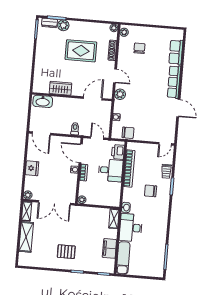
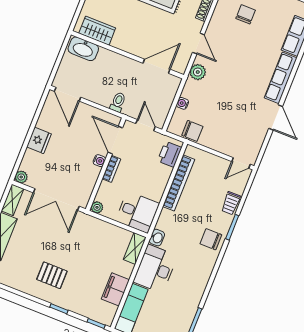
wardrobe: (60, 88) -> (97, 31), moved
desk: (111, 170) -> (137, 212), moved
chair: (151, 191) -> (211, 239), moved

